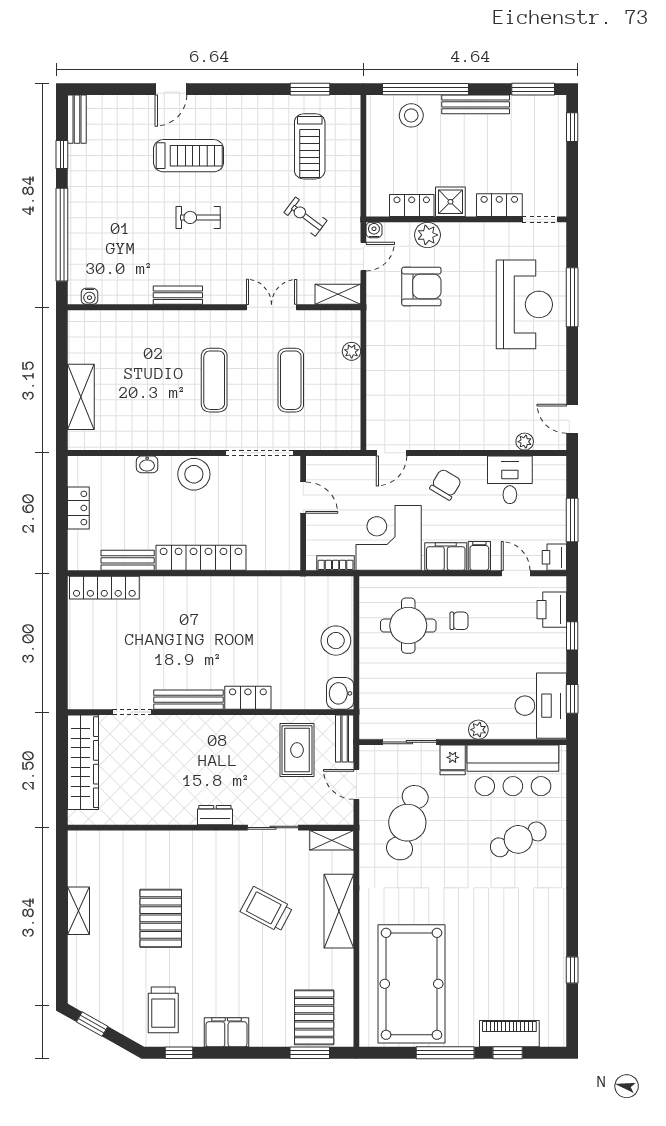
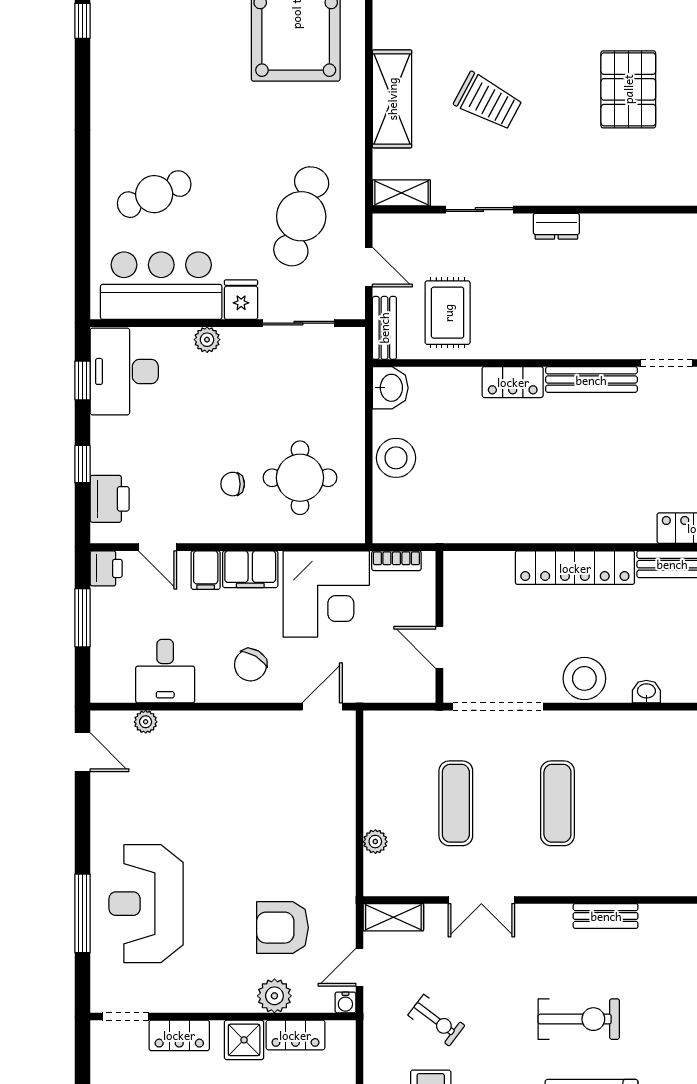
exercise bike: (198, 217) -> (579, 1019), width x1.38, depth x1.39

